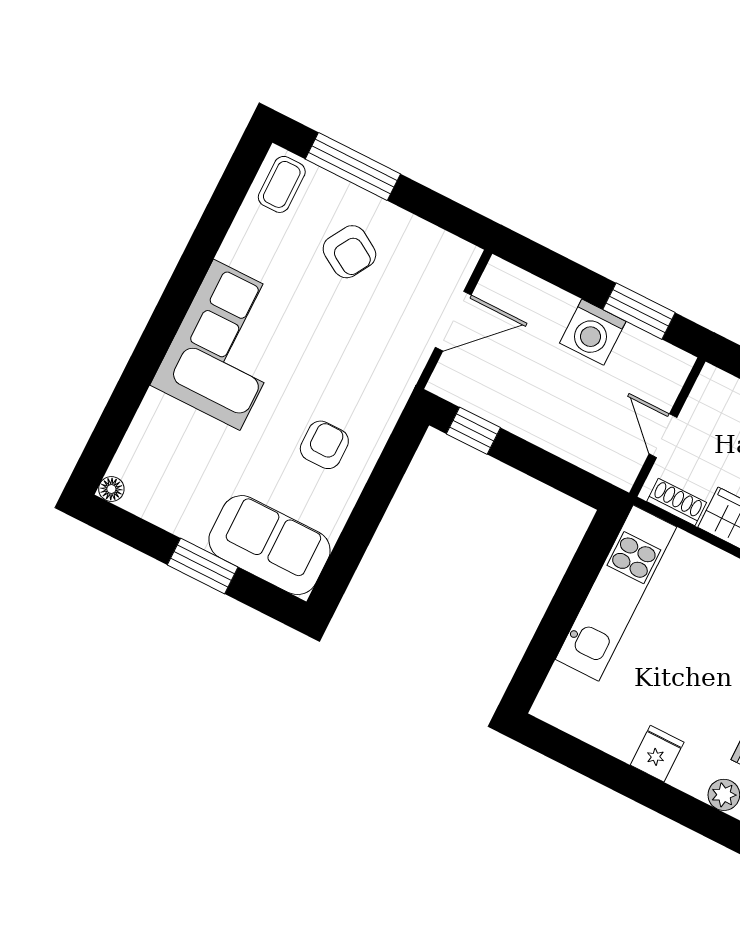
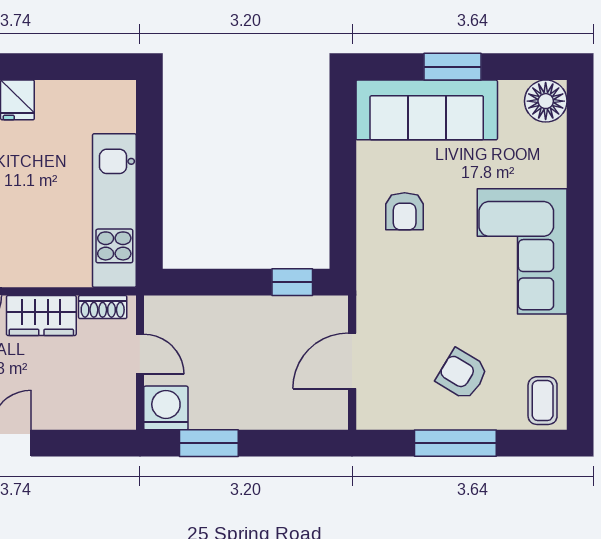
window: (353, 167) -> (455, 443), moved
washing machine: (593, 332) -> (166, 408), moved
floor lamp: (111, 489) -> (546, 101), width x1.89, depth x1.89
sofa: (269, 545) -> (427, 110), width x1.36

